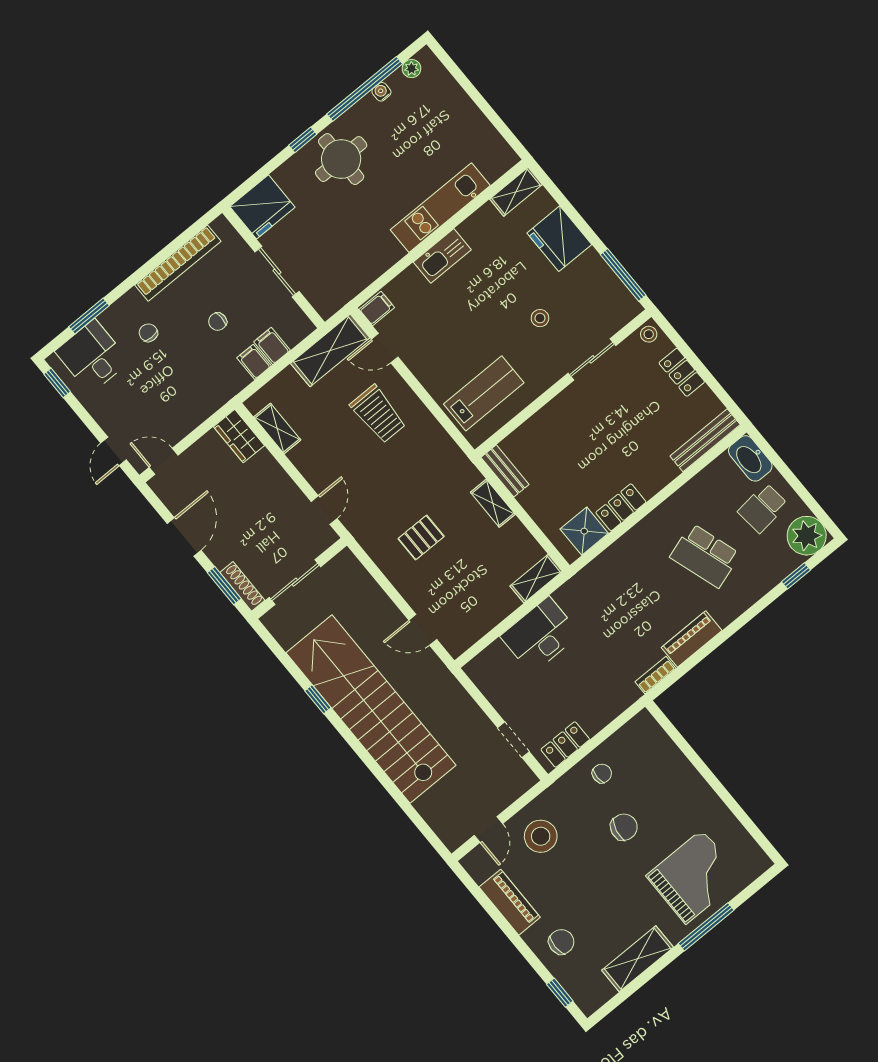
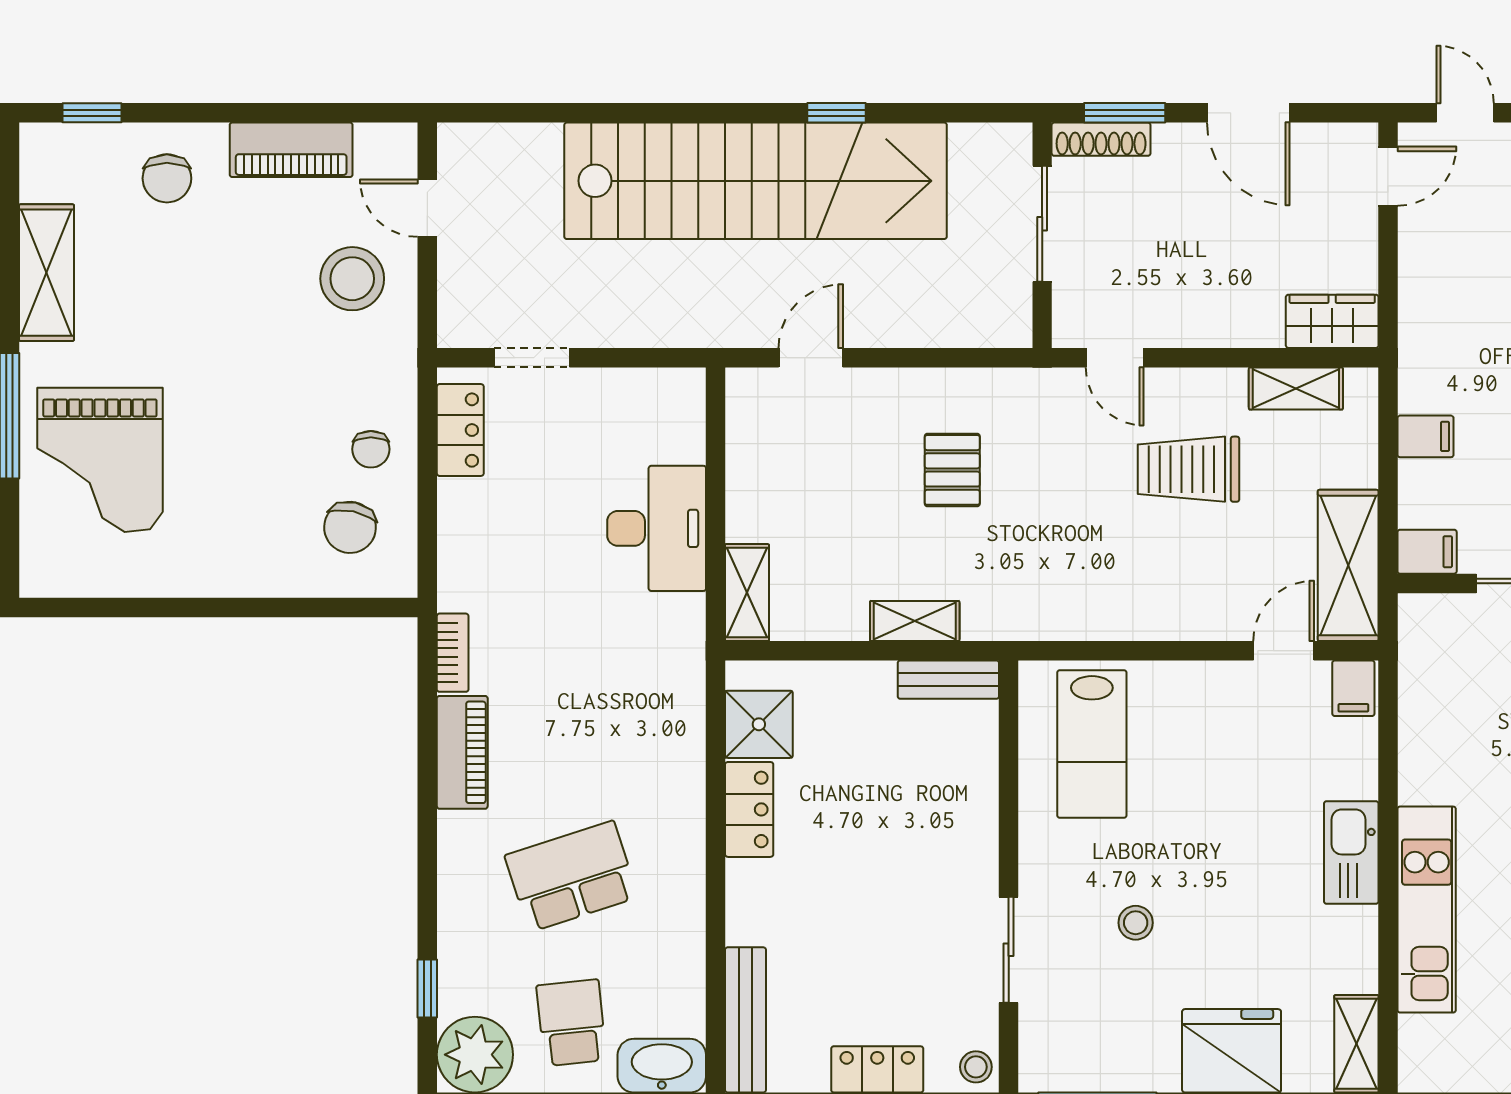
filing cabinet: (272, 346) -> (1427, 552), moved
trolley: (378, 414) -> (1188, 469), moved
chair: (624, 827) -> (350, 527), moved

